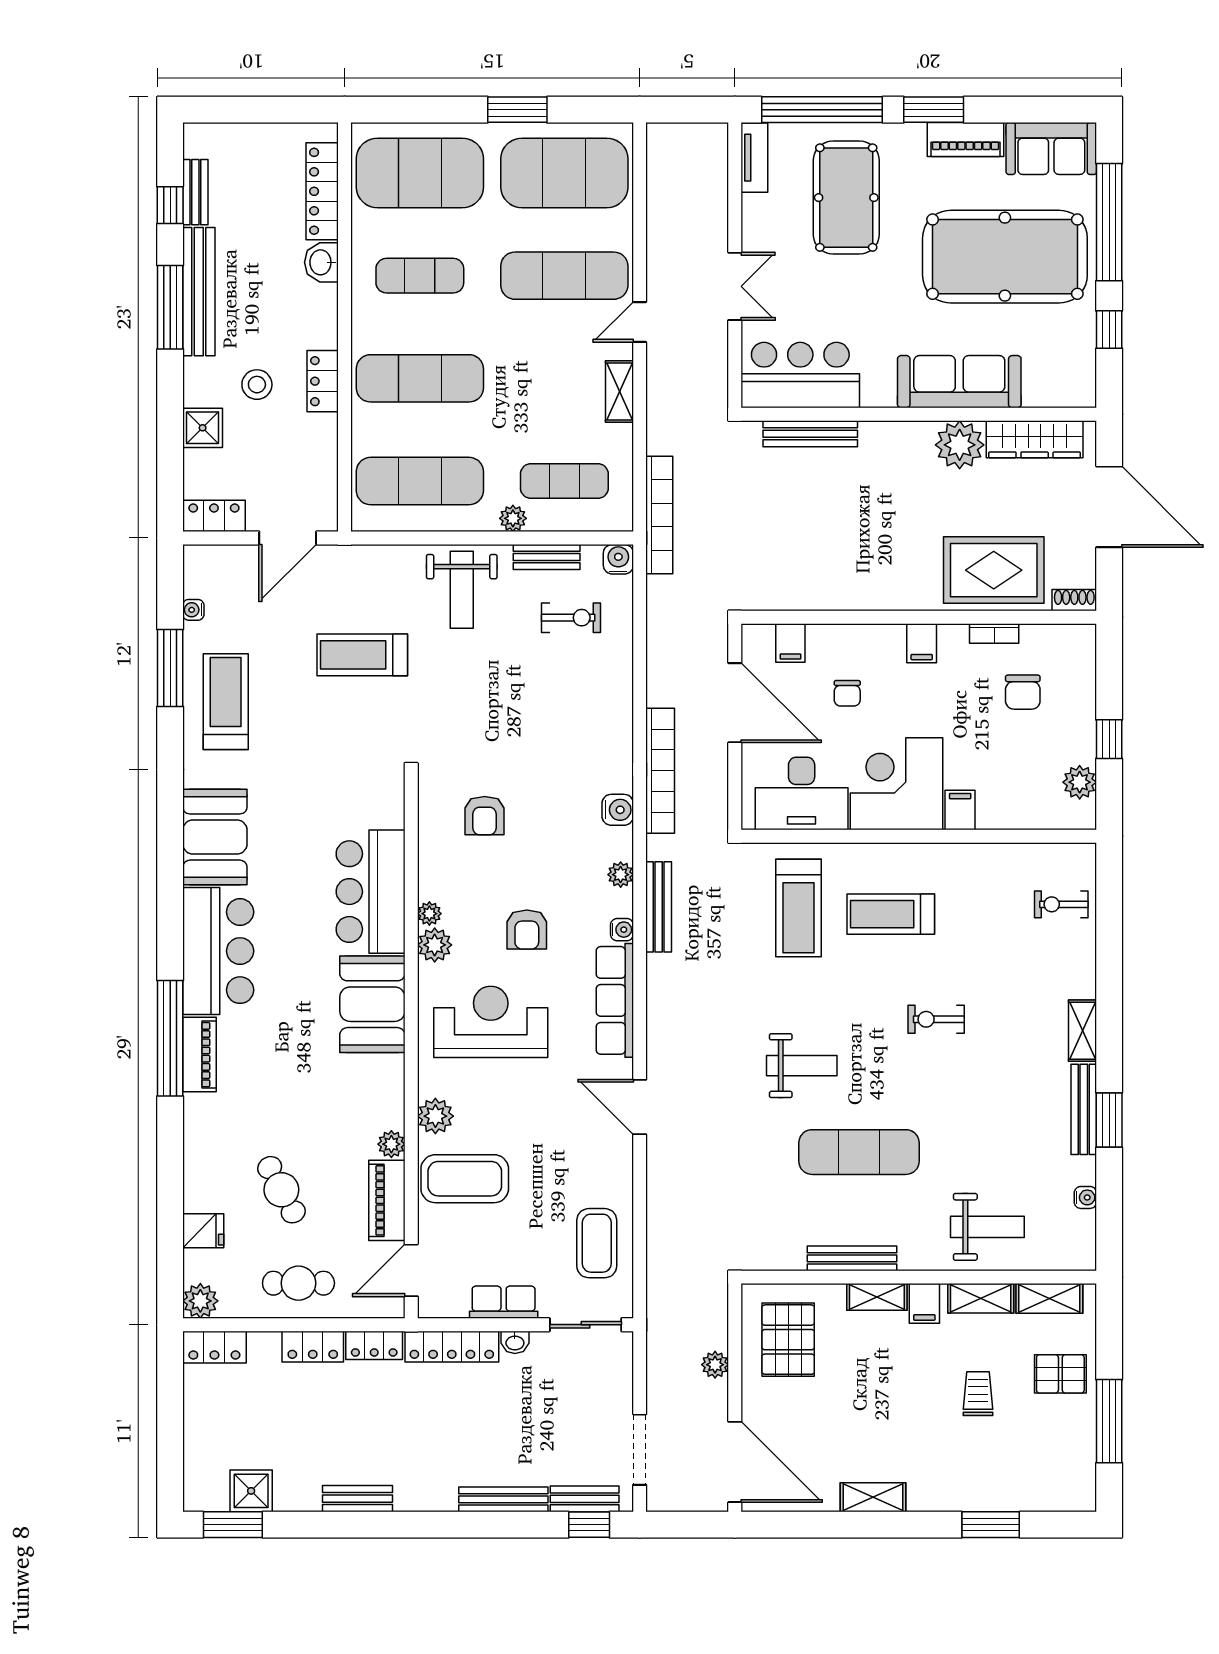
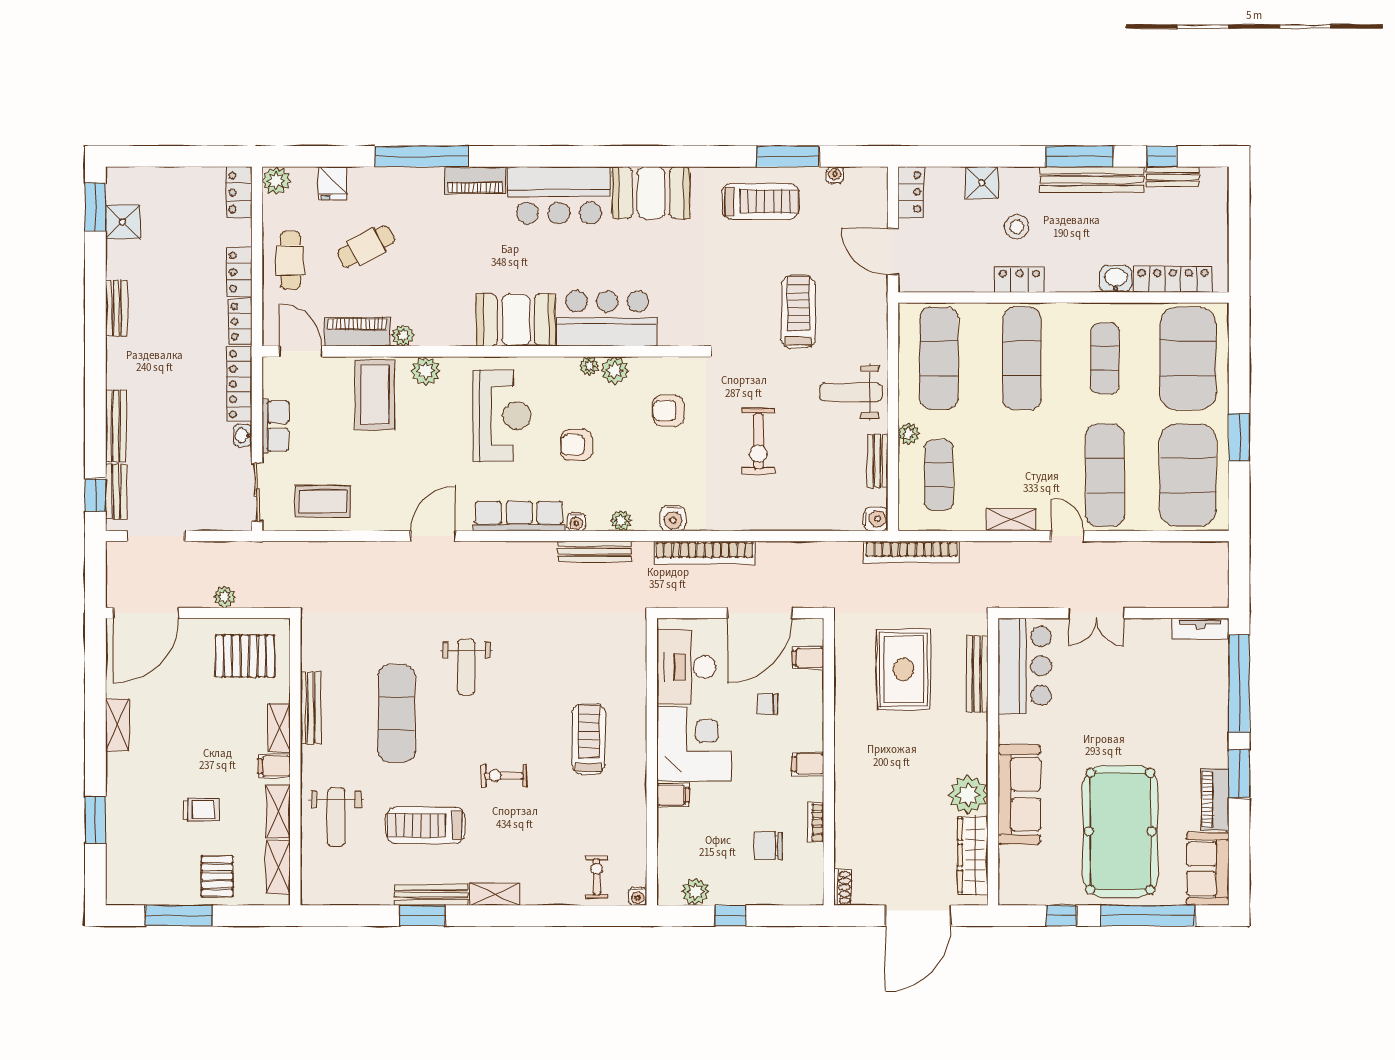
pool table: (846, 198) -> (1168, 703), removed
rug: (994, 570) -> (904, 669), moved
exercise bike: (571, 618) -> (758, 441), moved, width x1.38, depth x1.39
treadmill: (799, 908) -> (426, 825), moved
plant: (435, 945) -> (615, 370), moved
exercise bike: (936, 1019) -> (504, 776), turned -90
window: (170, 1038) -> (422, 156), moved
water cooler: (1085, 1197) -> (638, 896), moved

